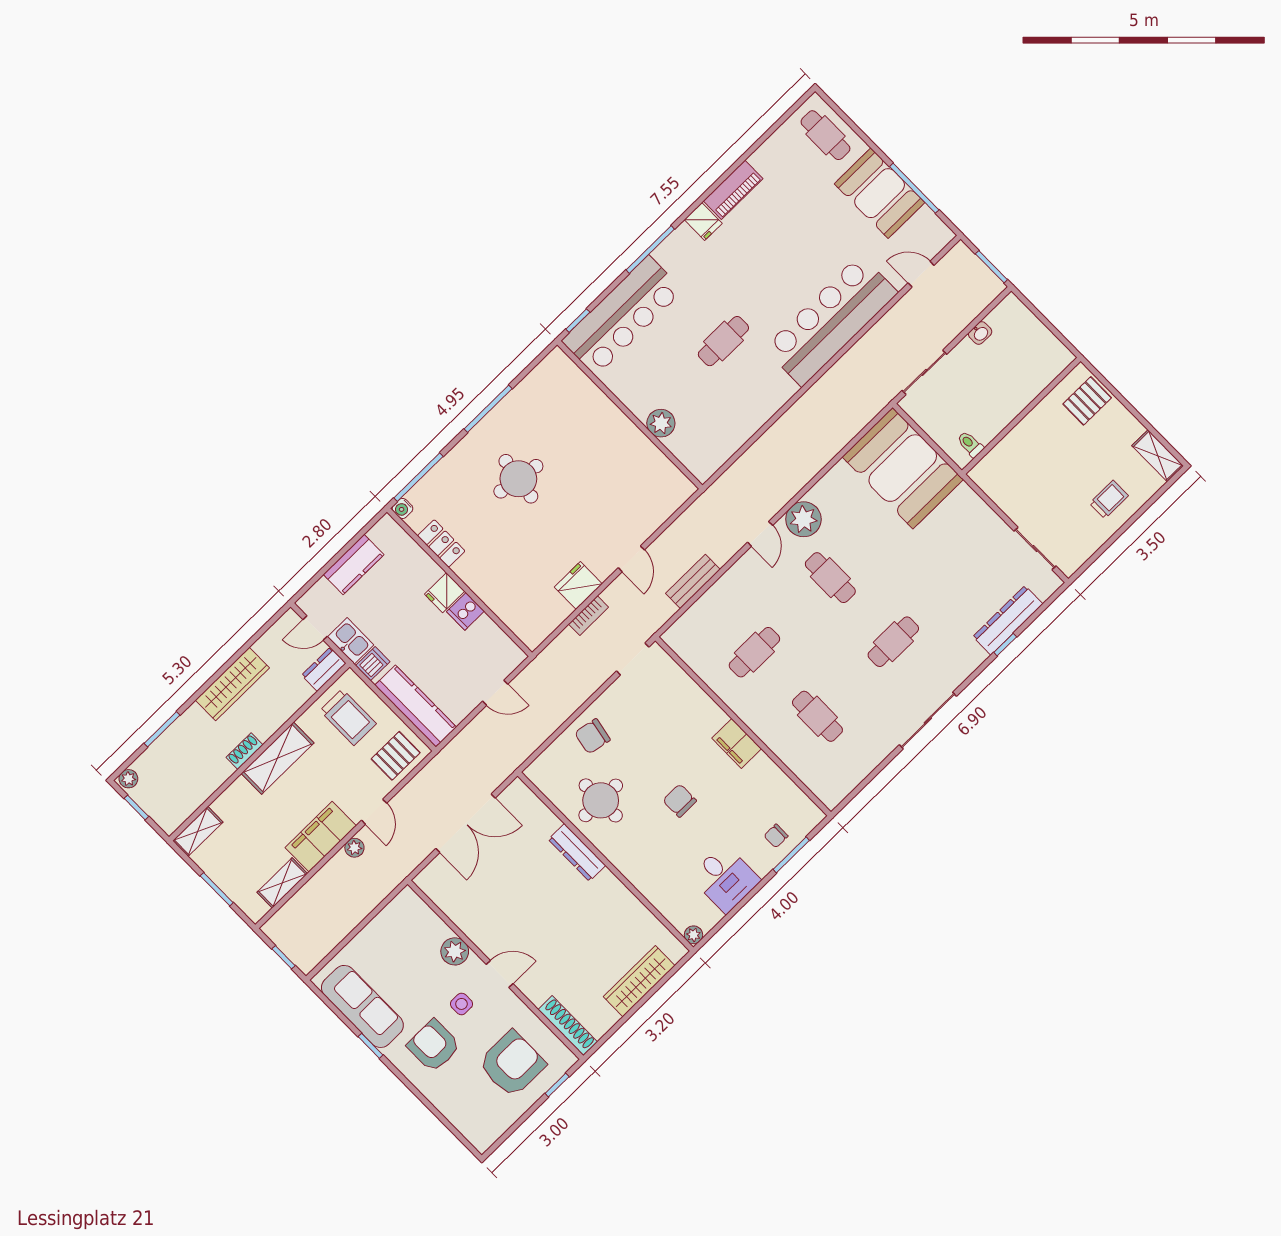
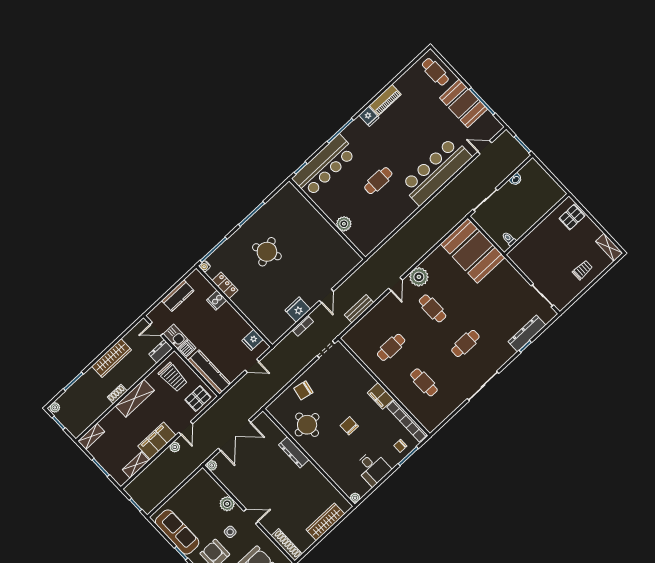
round table: (518, 479) -> (267, 252), turned -33
fridge: (445, 593) -> (253, 340), moved
cooker: (465, 611) -> (217, 300), moved
bookcase: (787, 789) -> (407, 421), added
plant: (424, 880) -> (212, 465), added

